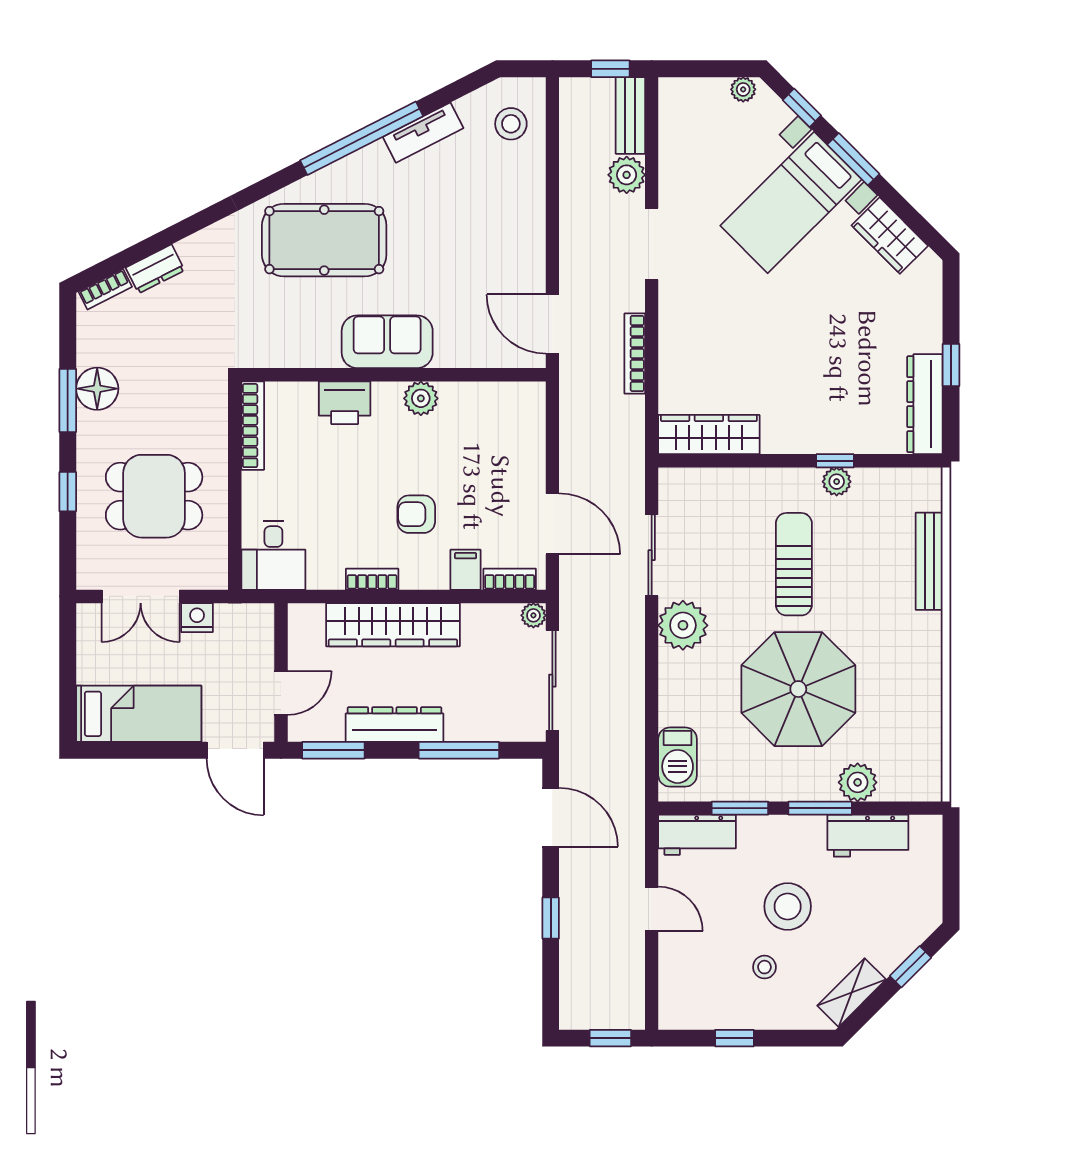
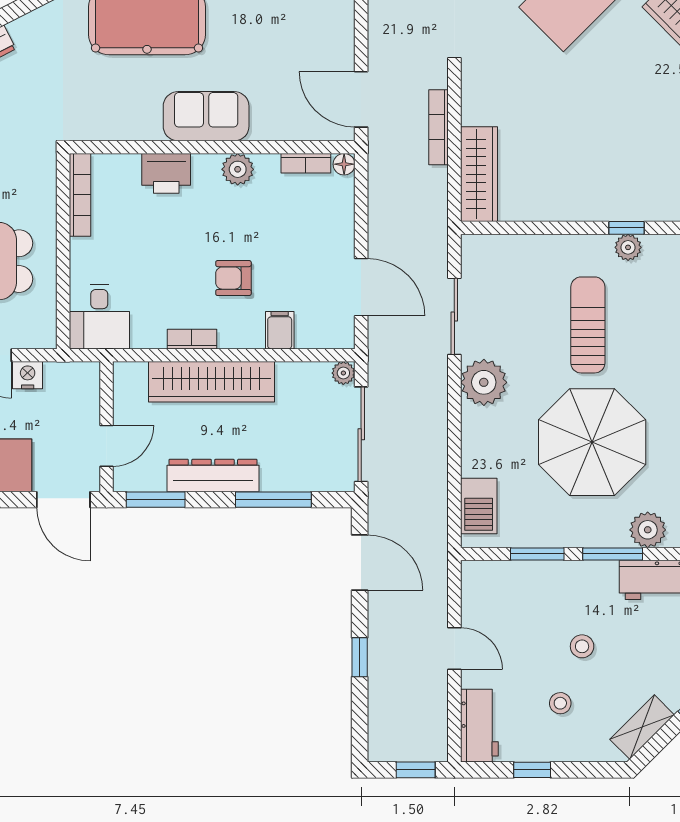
floor lamp: (534, 393) -> (344, 164), added
wardrobe: (709, 435) -> (479, 174), moved, turned 90
bookcase: (510, 579) -> (306, 163), moved, turned 180
workbench: (697, 835) -> (479, 726), moved, turned -90
stool: (788, 906) -> (582, 646), width x0.53, depth x0.53

